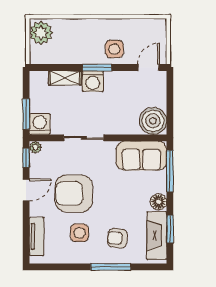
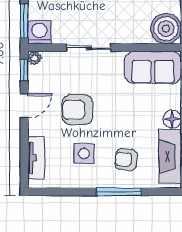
armchair: (74, 193) -> (77, 110), width x0.73, depth x0.73

